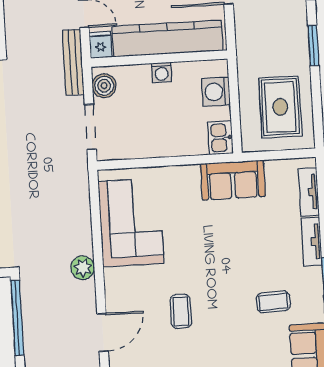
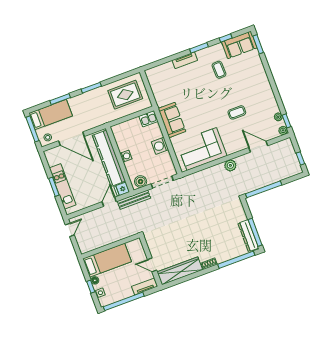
washing machine: (216, 92) -> (160, 146), moved, turned 90
sofa: (233, 180) -> (172, 120), moved
tv unit: (309, 192) -> (162, 69), removed

